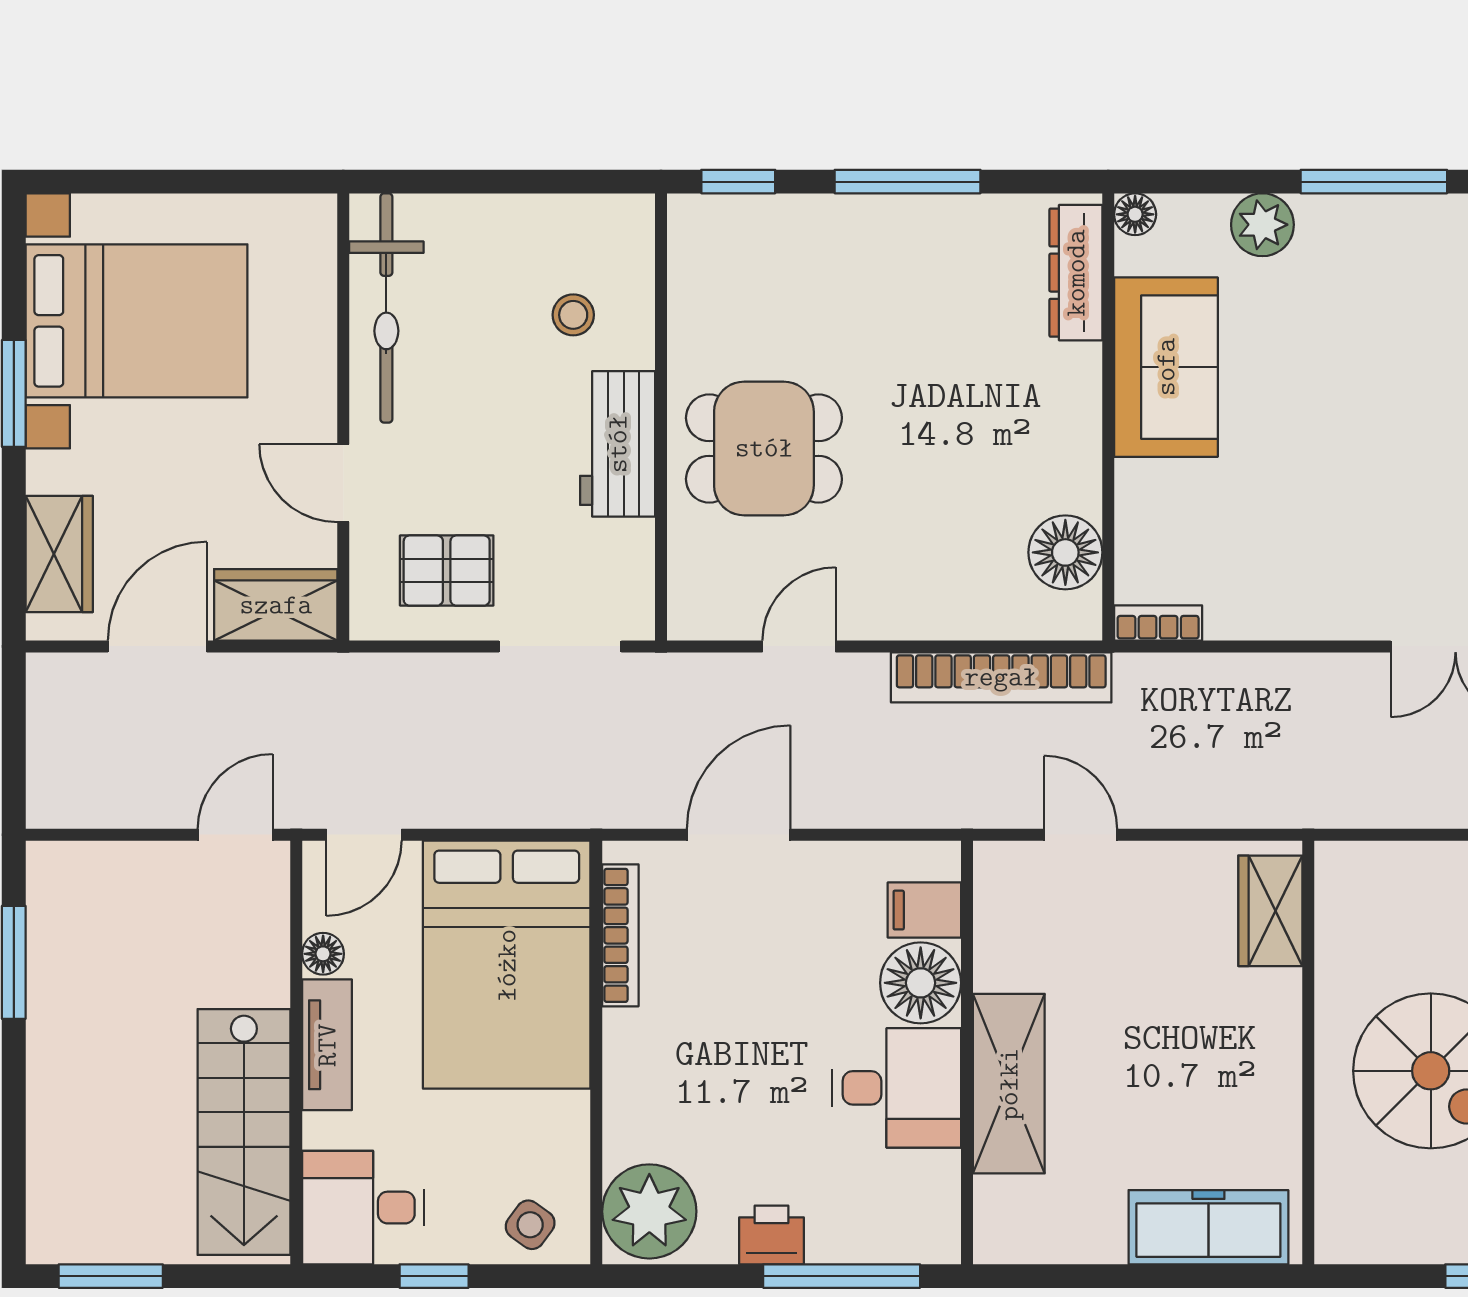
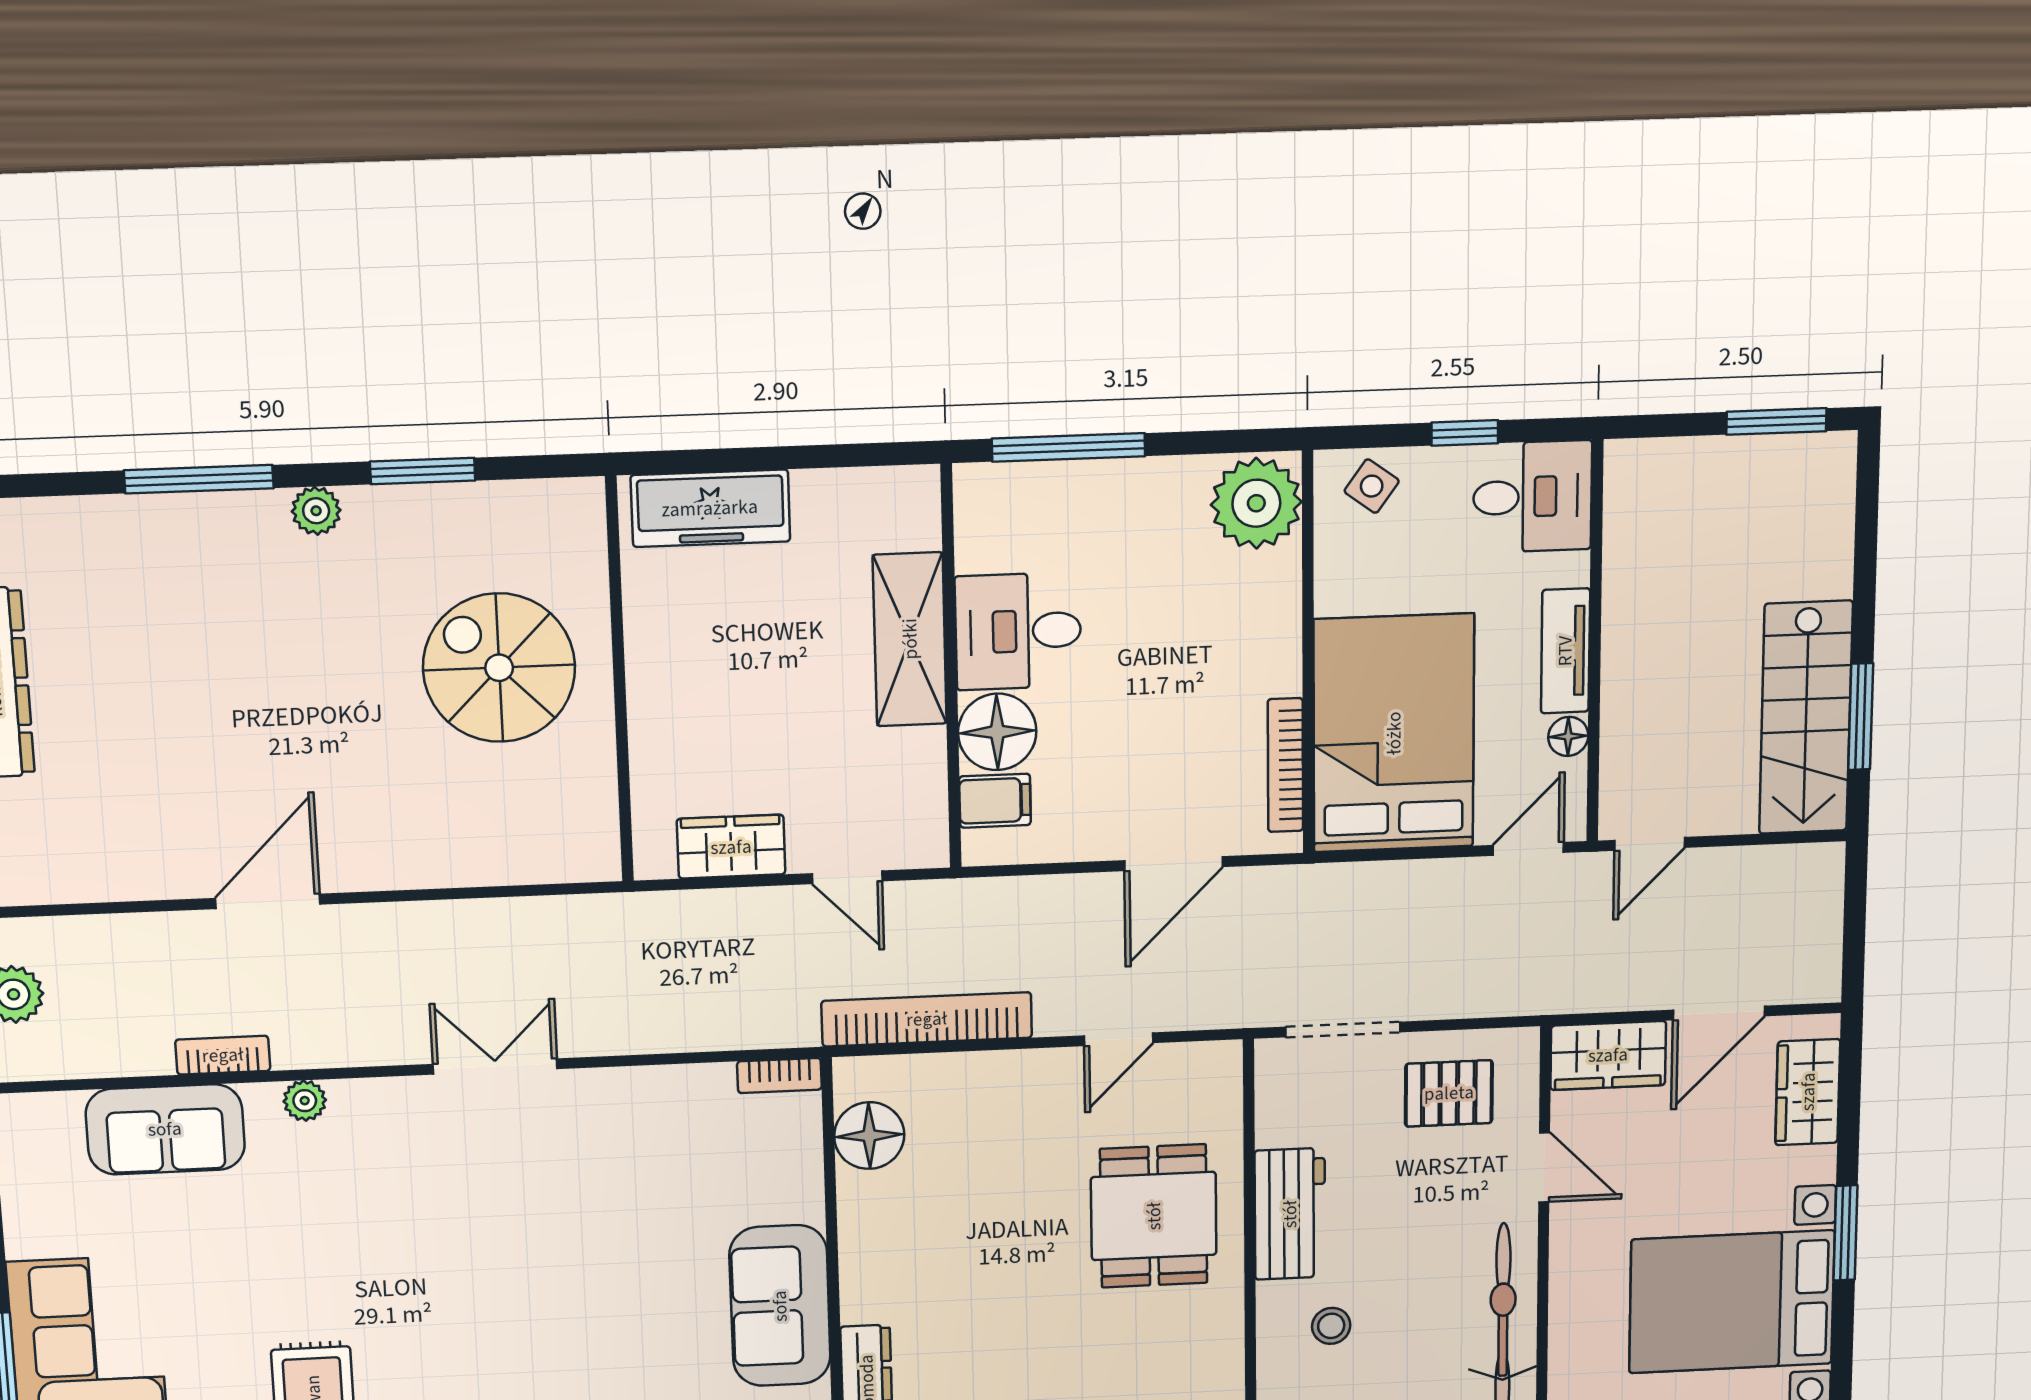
dining table: (764, 448) -> (1154, 1216), turned 90
wardrobe: (1270, 911) -> (731, 847), moved, turned -90
stairs: (244, 1132) -> (1806, 718), moved, turned 180
printer: (772, 1235) -> (1137, 485), removed

